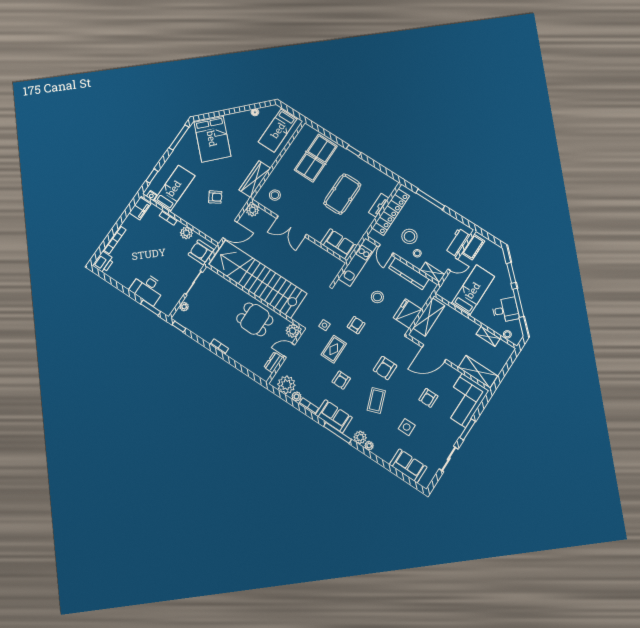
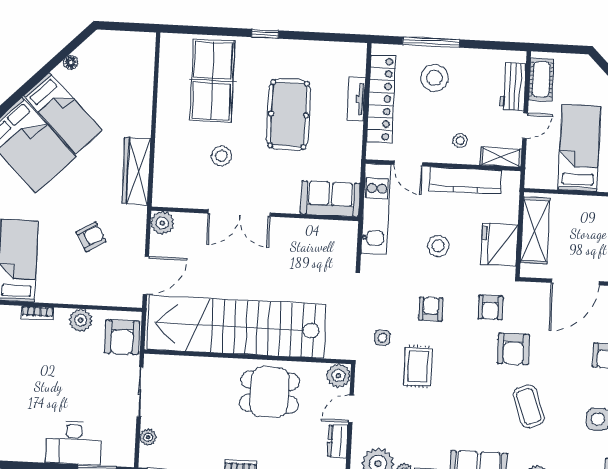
bed: (278, 130) -> (63, 113), moved, turned -45
stool: (275, 195) -> (221, 156), moved
stool: (409, 236) -> (434, 78), moved
armchair: (201, 252) -> (122, 337), turned -90
armchair: (341, 380) -> (490, 307), moved

